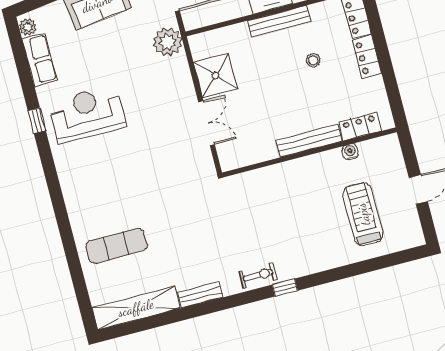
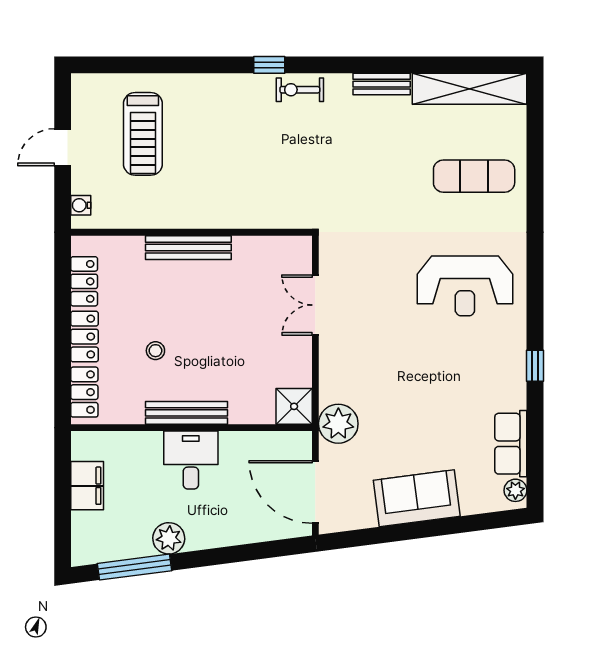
shower: (216, 76) -> (294, 406), moved, width x0.73, depth x0.73
reception desk: (87, 114) -> (465, 286), moved
locker: (360, 126) -> (84, 281), moved, turned -90
water cooler: (350, 152) -> (81, 205), moved, turned 90

